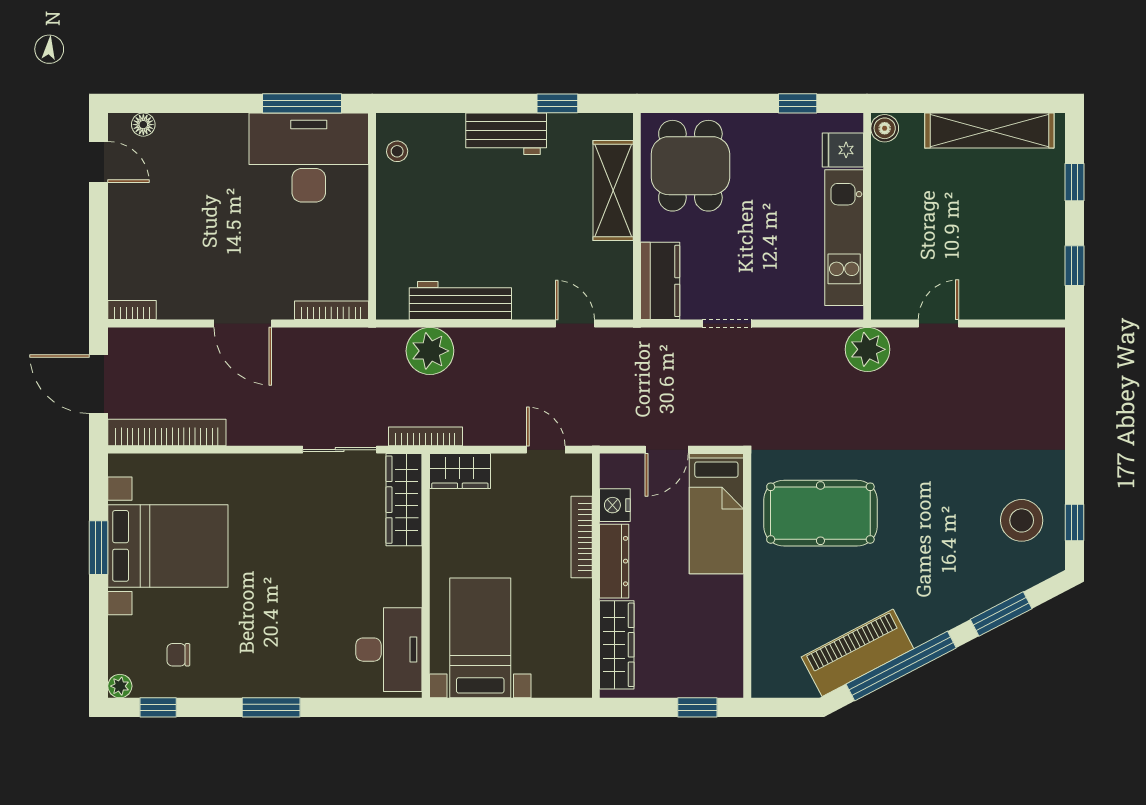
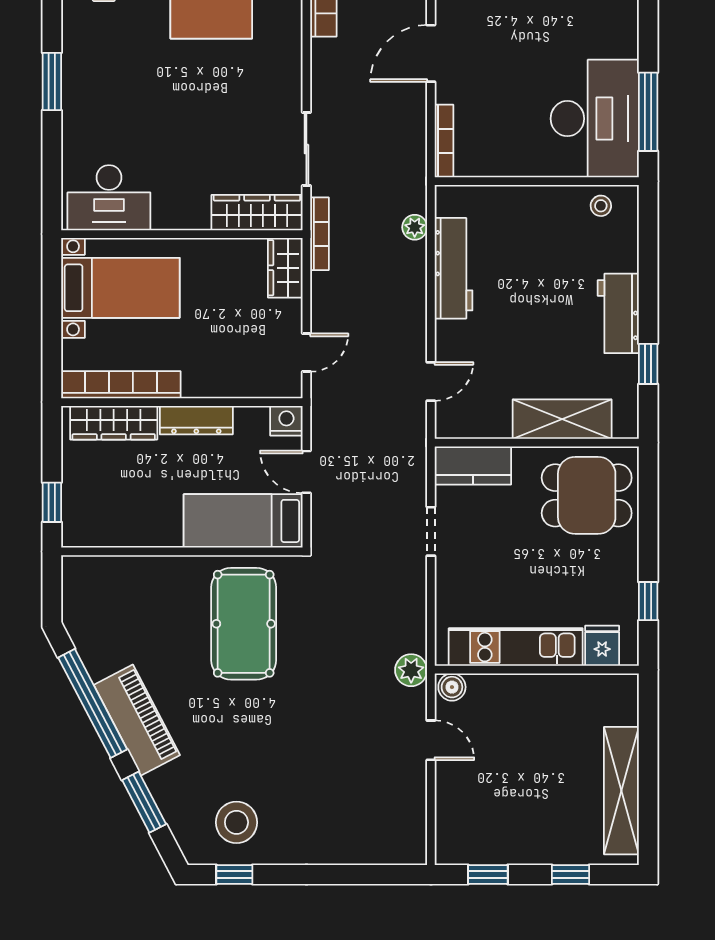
boiler: (885, 128) -> (452, 687), moved
plant: (868, 349) -> (411, 670), width x0.73, depth x0.73
plant: (430, 351) -> (415, 227), width x0.53, depth x0.53
nightstand: (615, 505) -> (286, 421), moved
bookcase: (582, 537) -> (121, 385), moved, width x1.48, depth x1.31
piano: (858, 653) -> (137, 720), moved

